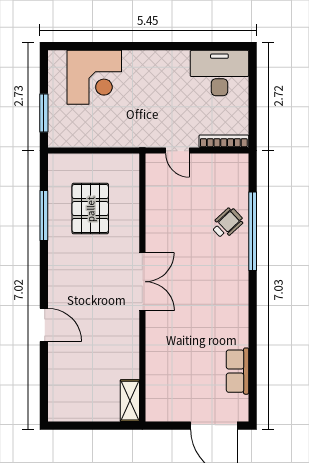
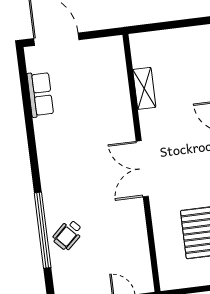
shelving: (130, 401) -> (144, 88), moved

